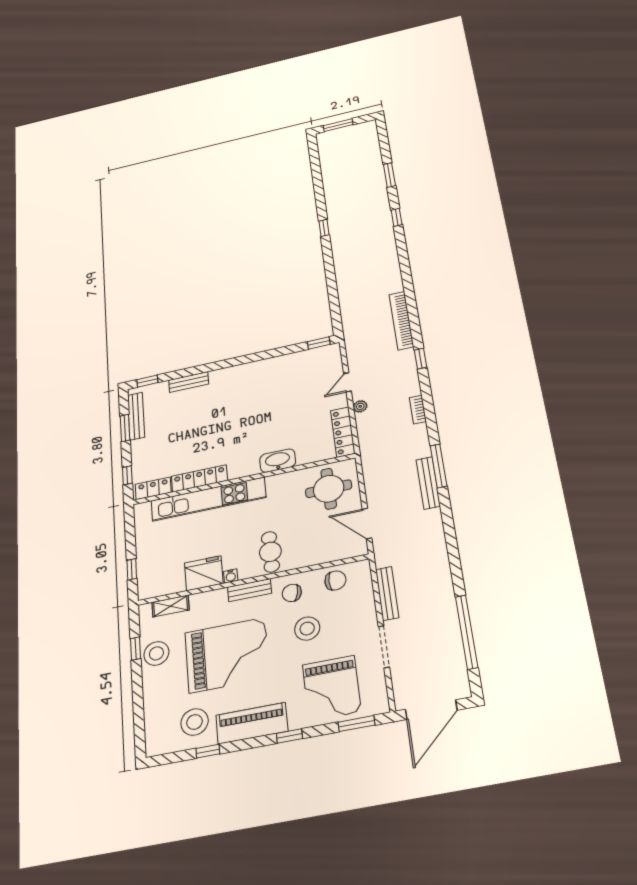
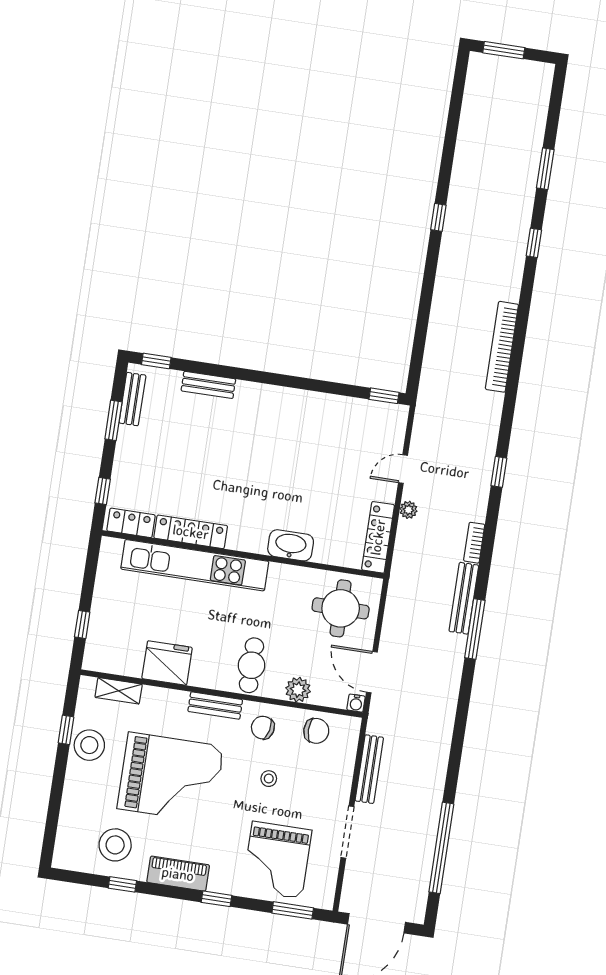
bookcase: (401, 321) -> (502, 347), moved
bench: (136, 416) -> (132, 399), width x0.73
bench: (428, 483) -> (464, 598), moved
plant: (312, 556) -> (298, 690), added
water cooler: (231, 576) -> (356, 703), moved
stool: (307, 629) -> (269, 779), width x0.53, depth x0.53
piano: (252, 723) -> (178, 874), width x0.73, depth x0.75

